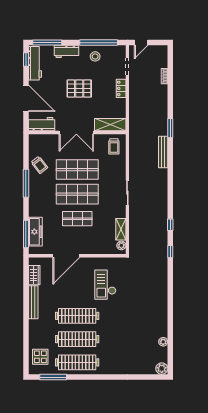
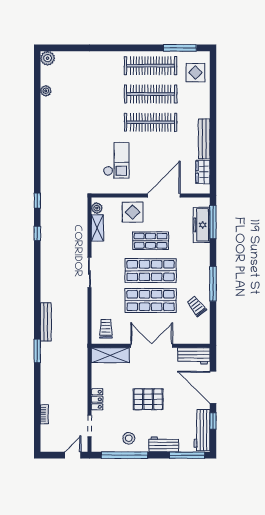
window: (26, 59) -> (213, 421), moved
display table: (92, 242) -> (133, 212), added

